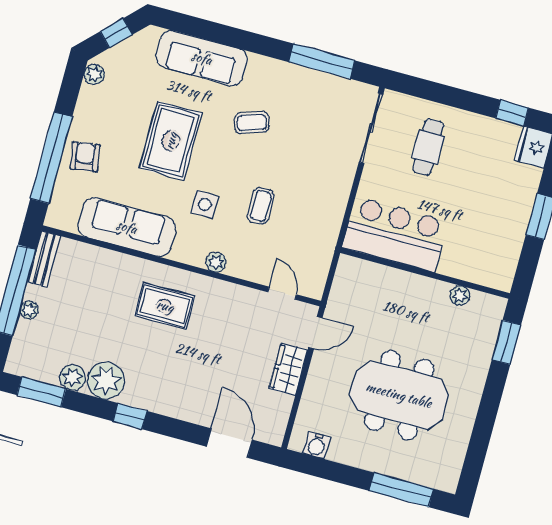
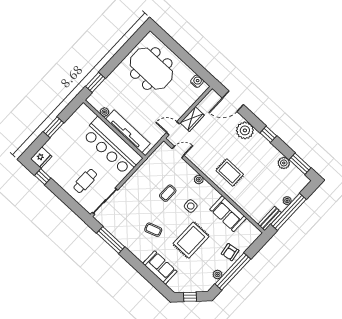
sofa: (202, 58) -> (160, 268), width x0.73
plant: (94, 74) -> (218, 274), moved
window: (51, 158) -> (233, 272), moved
sofa: (127, 227) -> (228, 214), width x0.73
bar counter: (395, 234) -> (112, 146), width x1.36
tv unit: (397, 282) -> (128, 131), added
door: (282, 293) -> (178, 152), swing flipped
plant: (106, 381) -> (245, 130), moved
meeting table: (399, 395) -> (151, 69), moved
door: (229, 443) -> (233, 101), hinge flipped
window: (401, 490) -> (172, 44), removed

